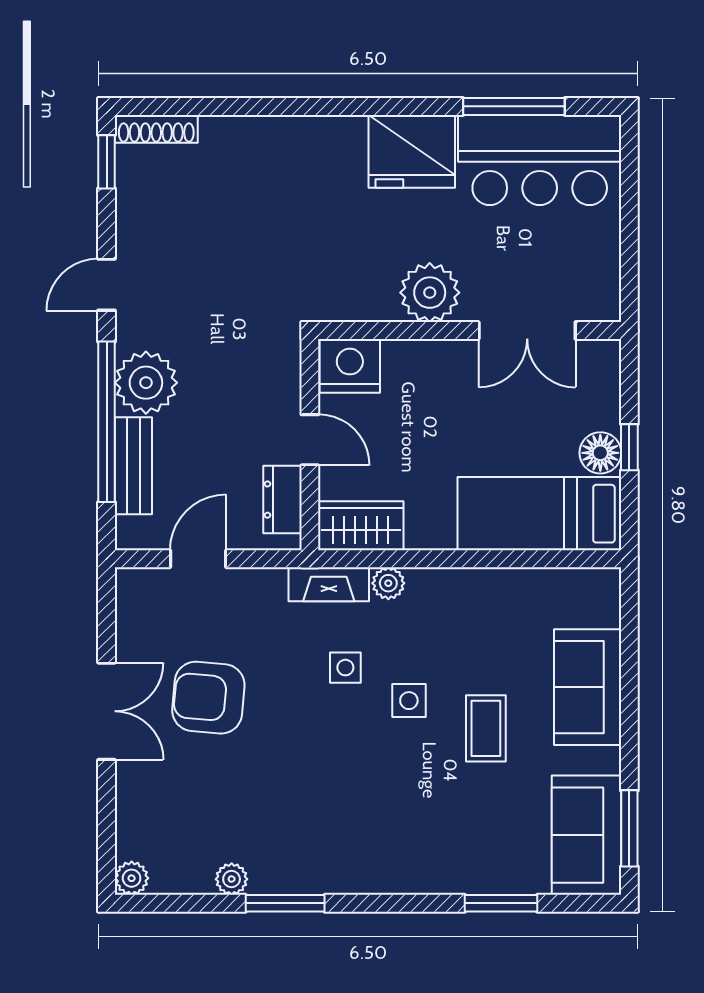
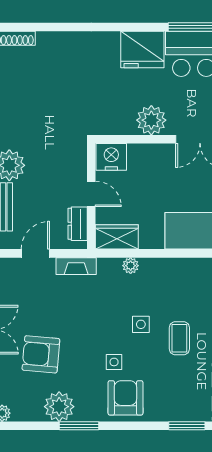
fireplace: (329, 584) -> (76, 266), moved
side table: (345, 668) -> (114, 362), moved
armchair: (208, 698) -> (41, 354), moved
armchair: (378, 848) -> (125, 398), added
plant: (232, 879) -> (59, 407), width x1.87, depth x1.87

